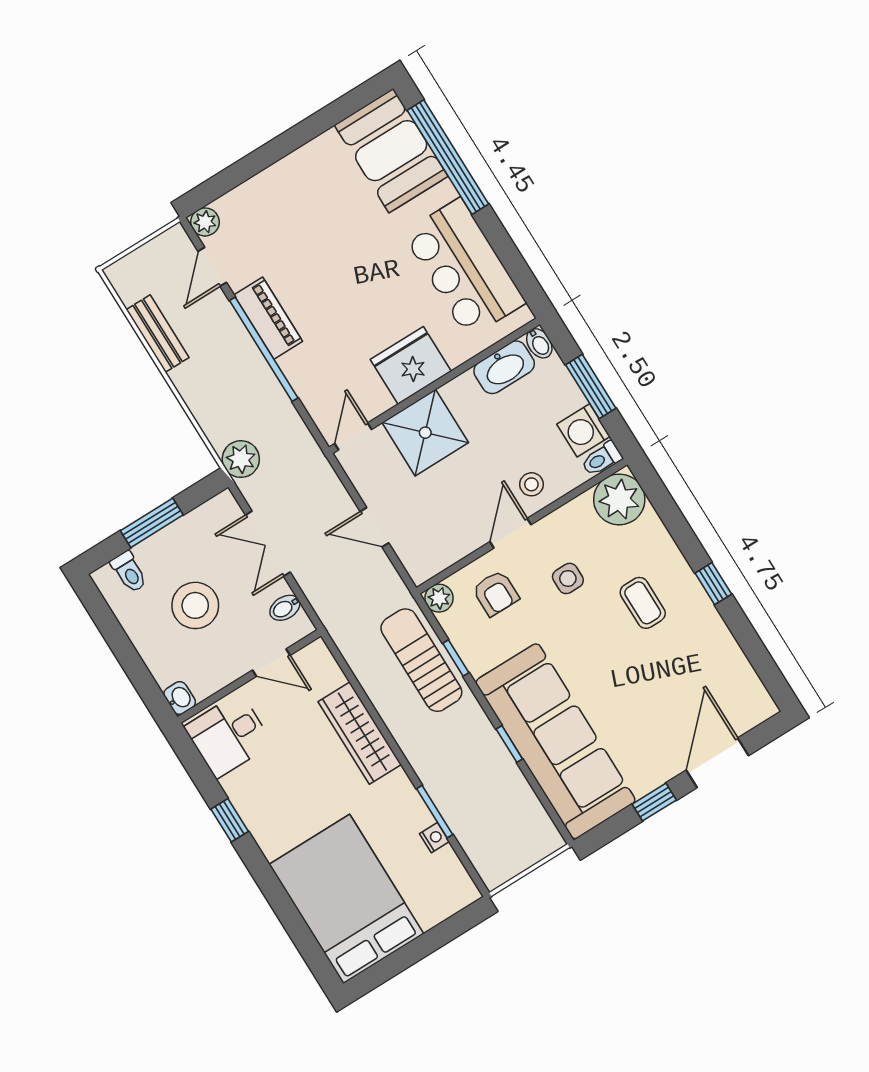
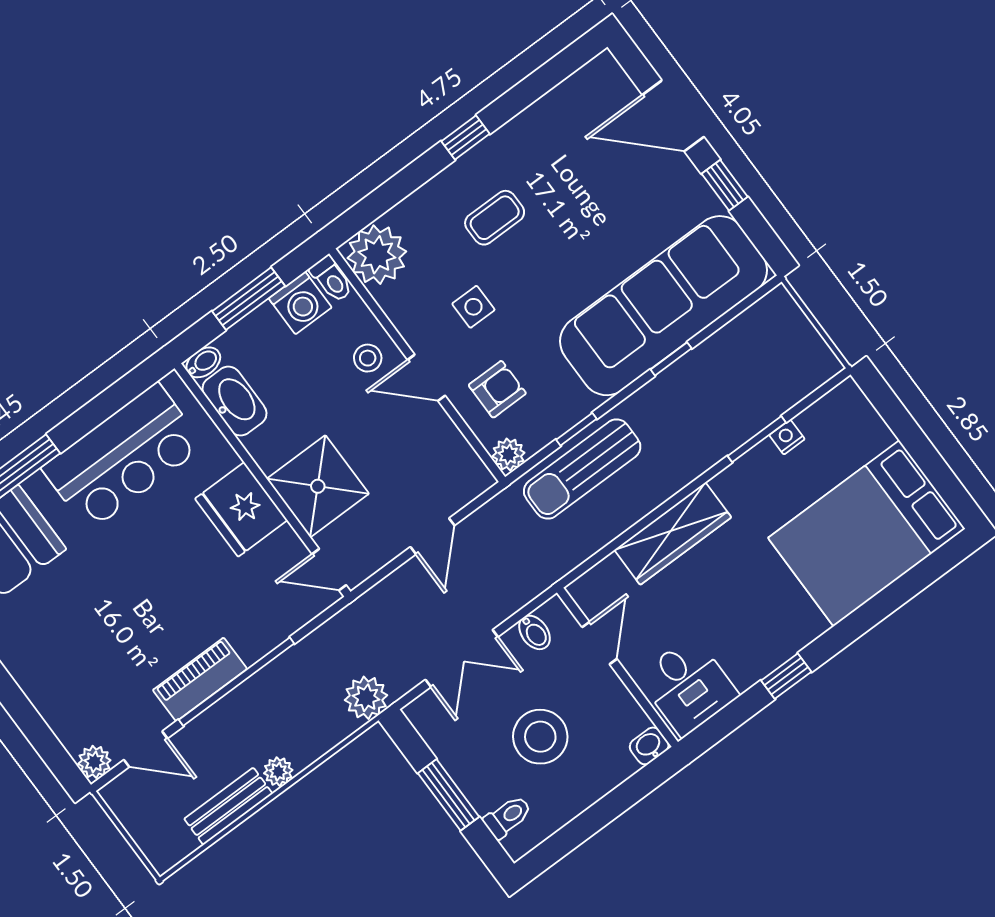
plant: (184, 379) -> (278, 772), added

